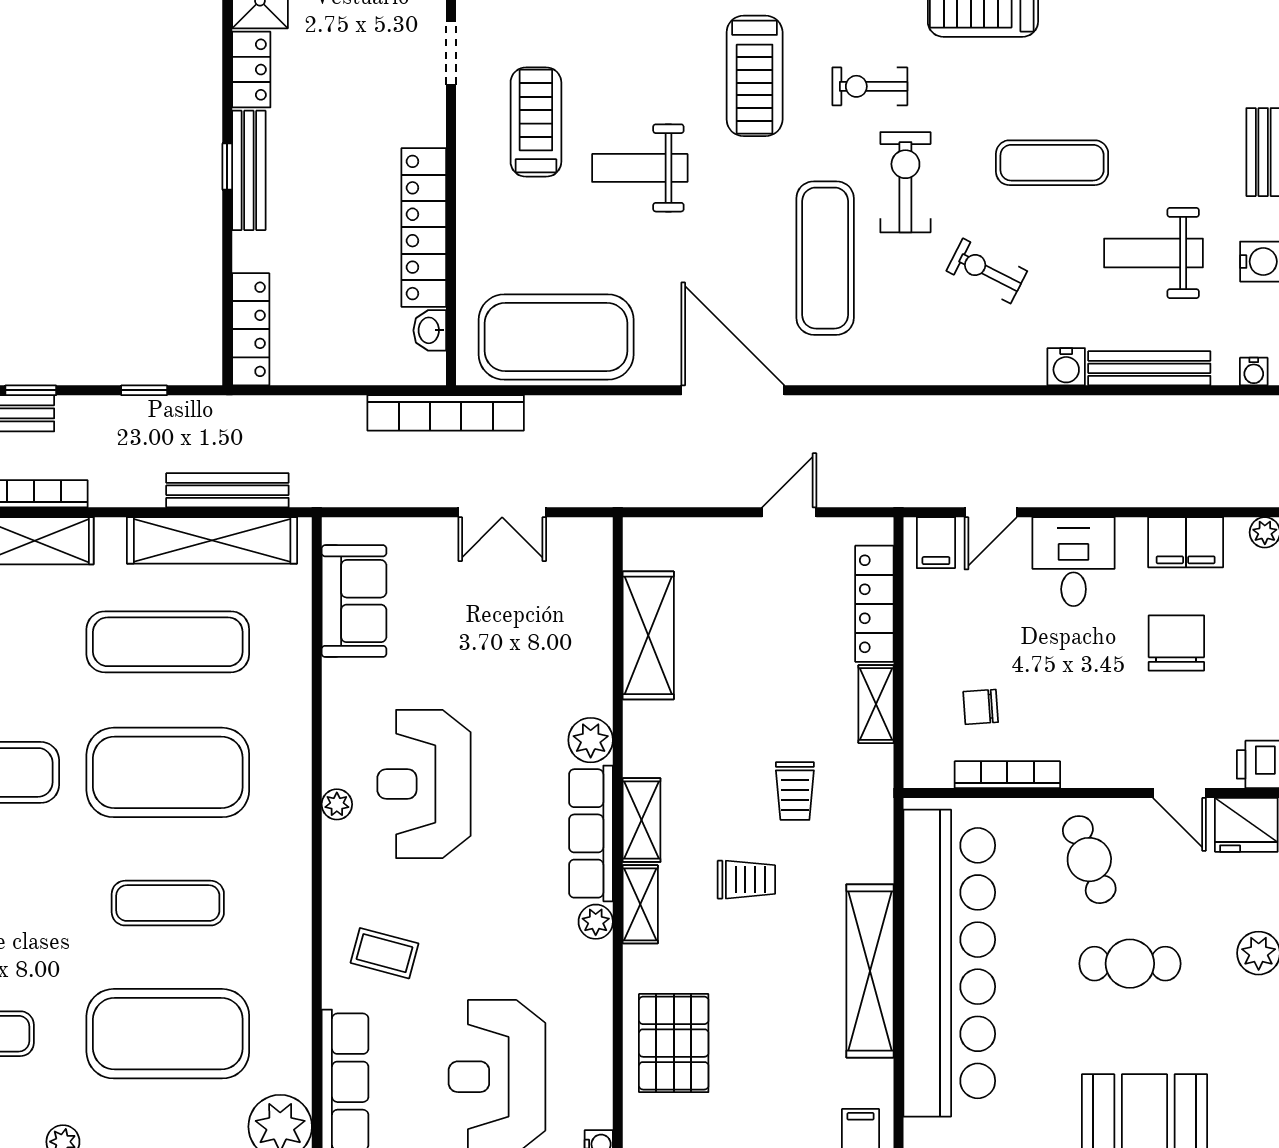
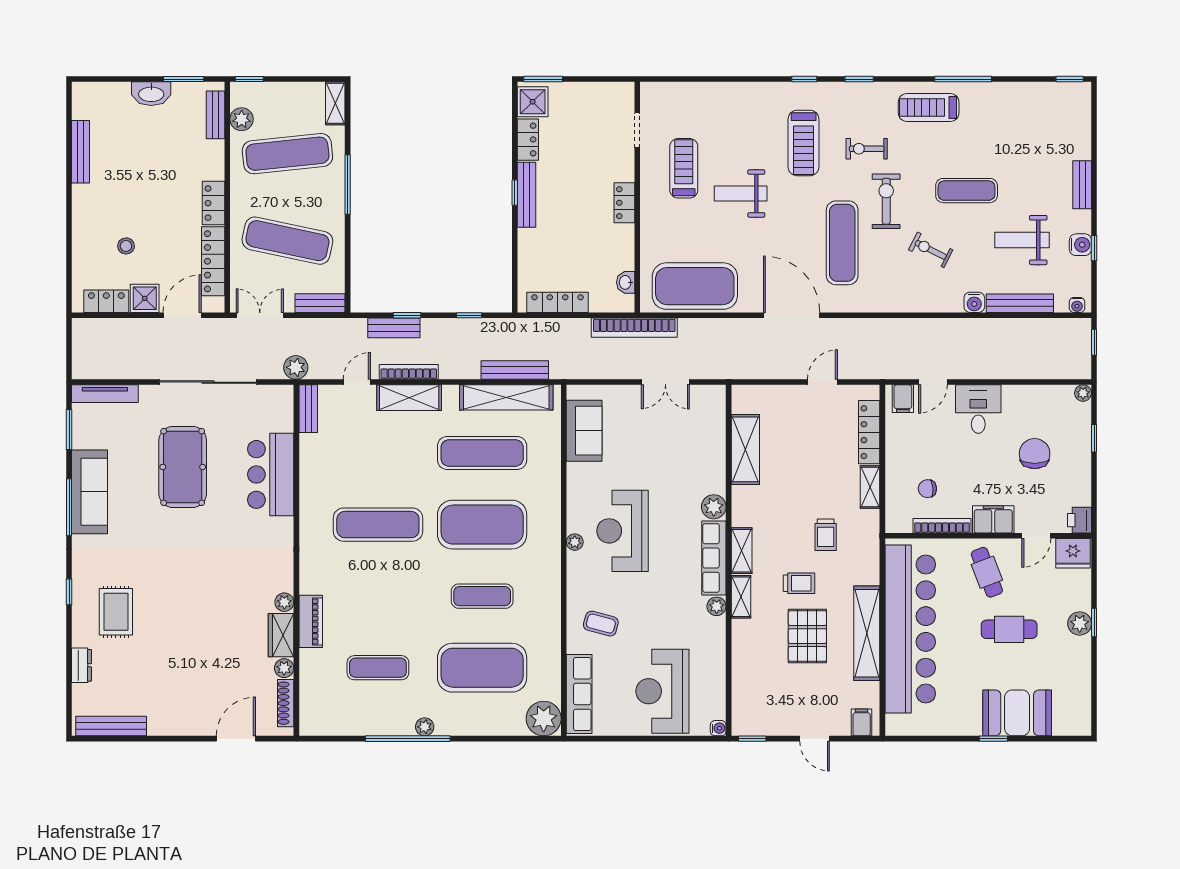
locker: (424, 227) -> (624, 203), width x0.46, depth x0.83
locker: (251, 329) -> (558, 302), moved, turned -90
filing cabinet: (1186, 542) -> (993, 519), moved, turned 180
door: (1179, 793) -> (1036, 536), hinge flipped
pallet: (674, 1043) -> (807, 636), moved

